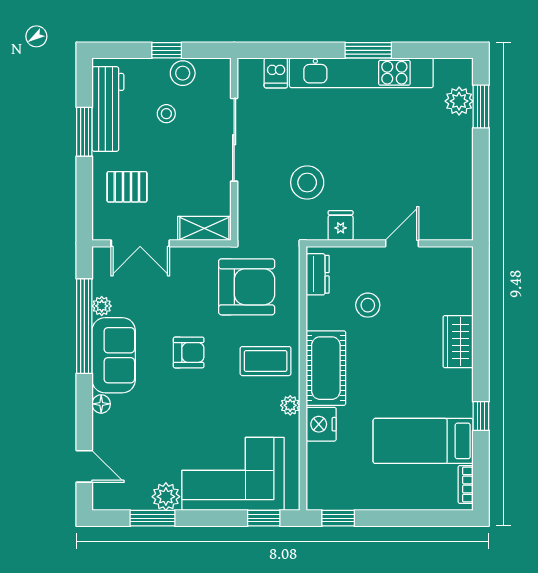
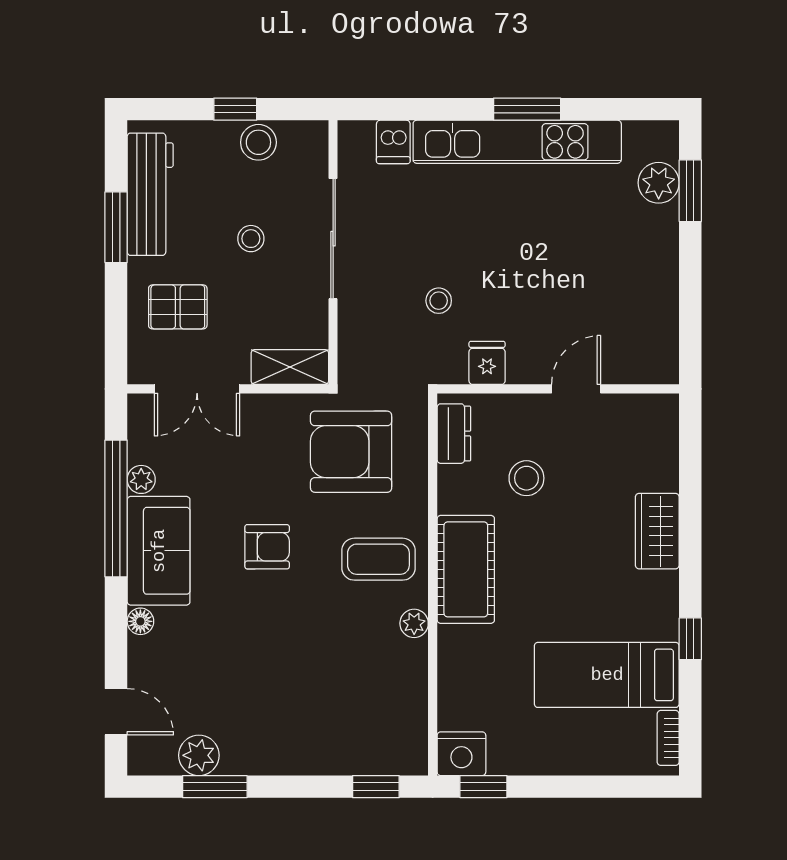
stool: (166, 114) -> (251, 239), moved
stool: (307, 182) -> (439, 301), width x0.53, depth x0.53
armchair: (247, 287) -> (351, 452), turned 180
nightstand: (321, 424) -> (461, 754), moved, turned -90
corner sofa: (233, 474) -> (331, 723), removed
plant: (166, 497) -> (199, 755), moved

